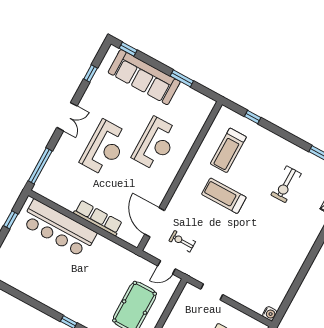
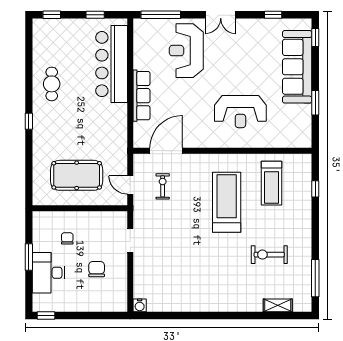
reception desk: (105, 148) -> (186, 51), moved, turned 90
treadmill: (228, 150) -> (272, 183), turned -90
treadmill: (224, 196) -> (227, 202), width x1.37, depth x1.37
cafe table: (48, 287) -> (52, 84), added

